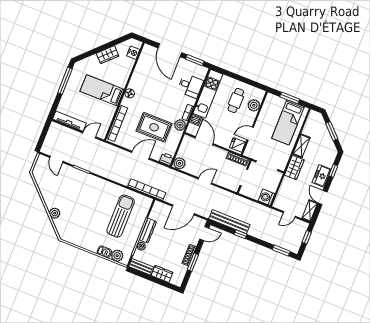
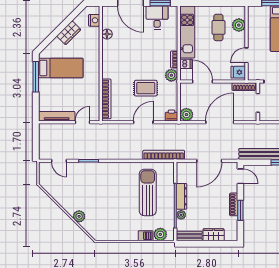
desk: (190, 86) -> (157, 17), moved, turned -90
bed: (102, 90) -> (61, 68), moved, turned 180
floor lamp: (130, 93) -> (107, 34), moved
rug: (154, 127) -> (146, 88), width x0.73, depth x0.70
door: (205, 181) -> (220, 122), width x1.87
door: (204, 234) -> (240, 176), hinge flipped

